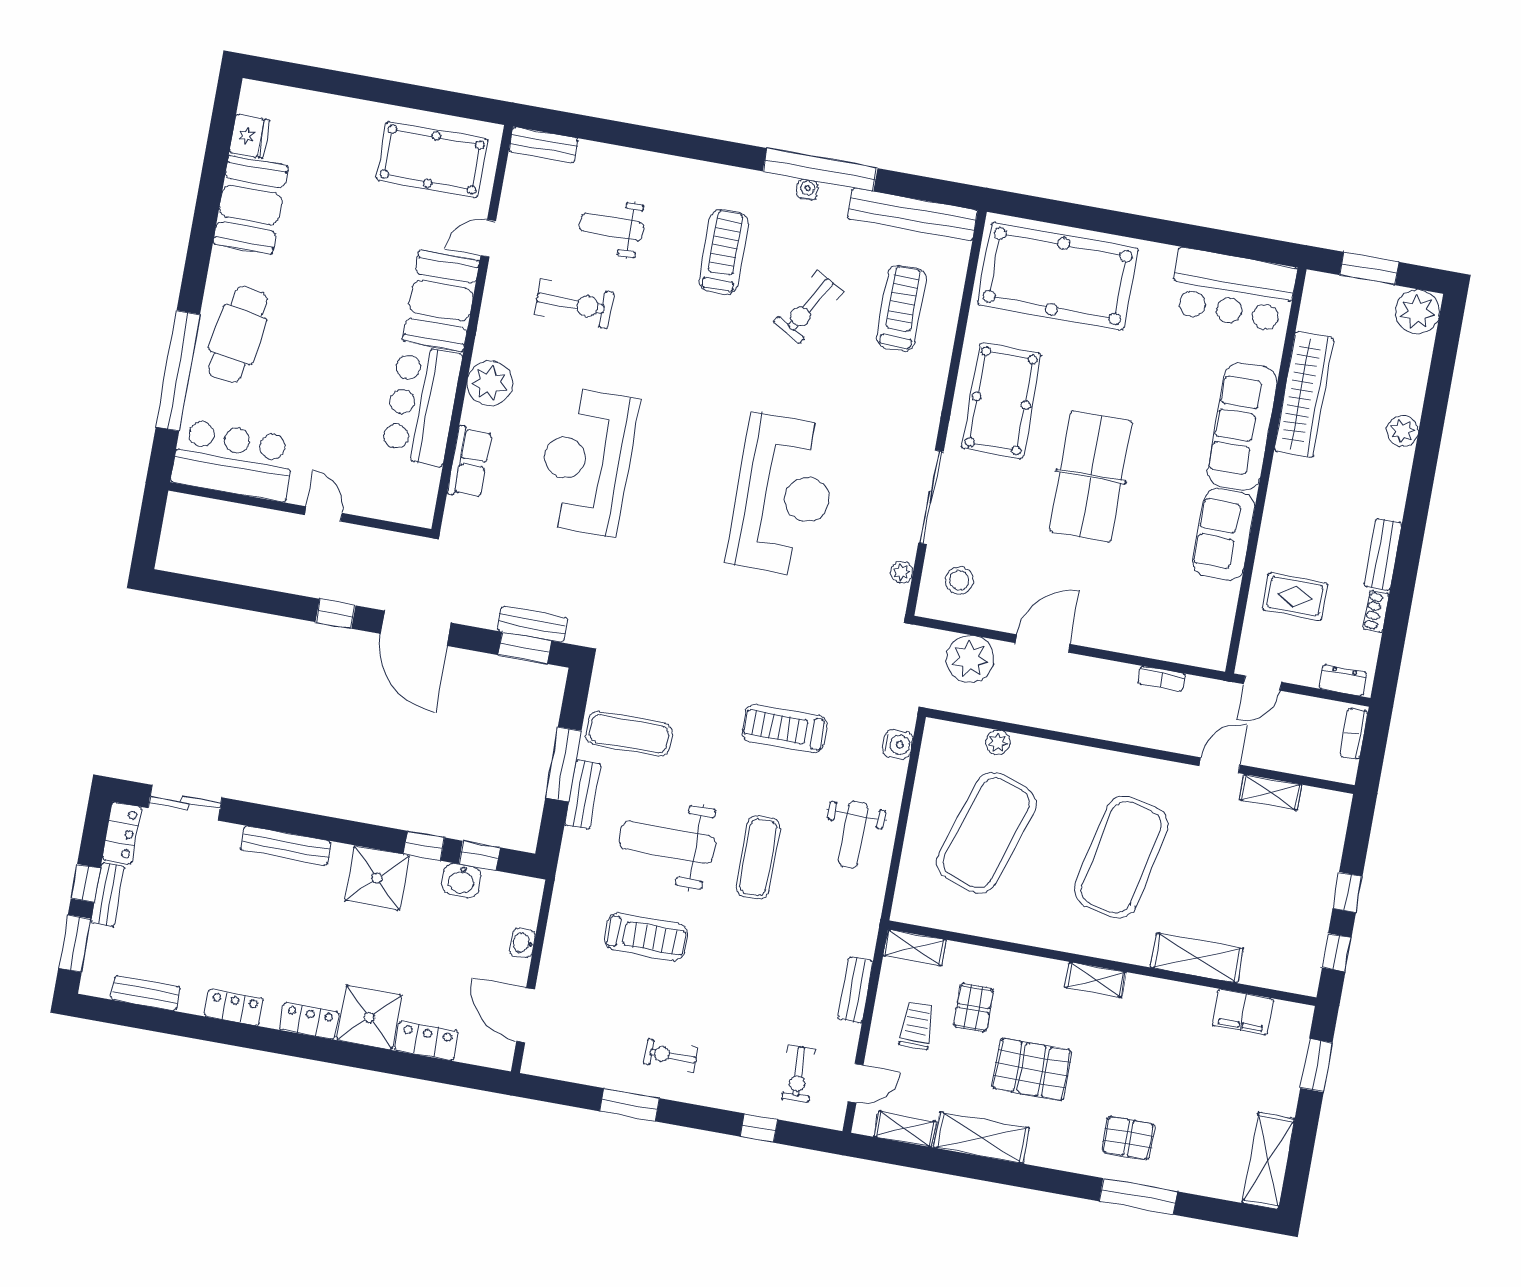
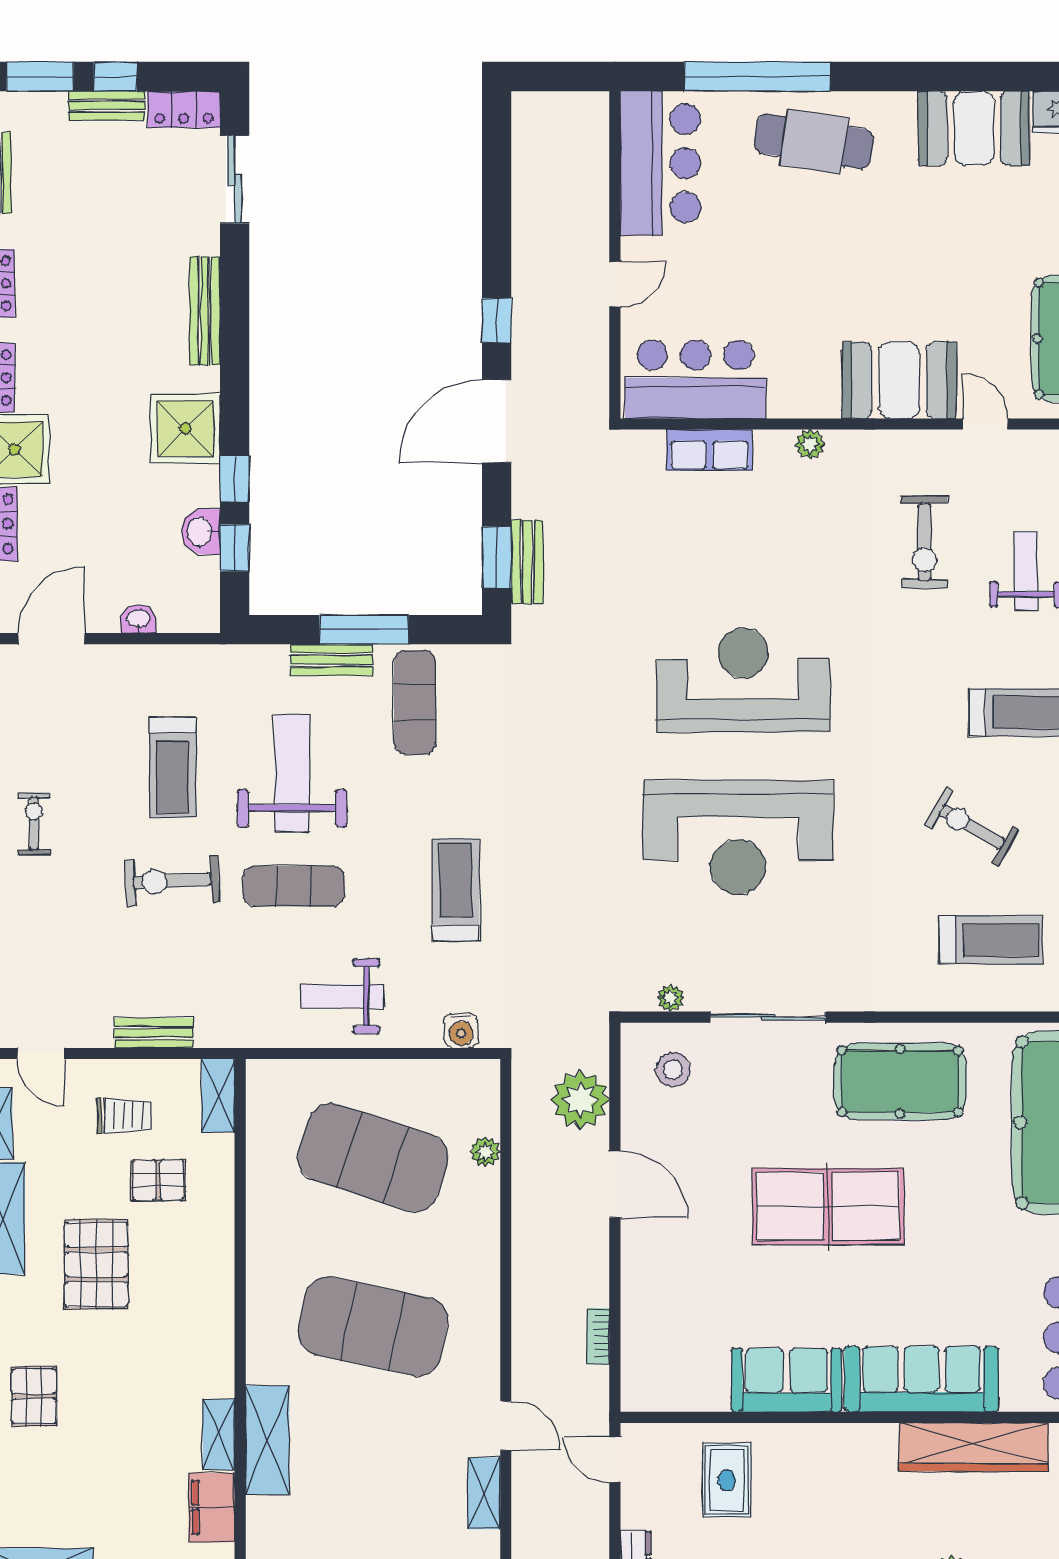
plant: (490, 383) -> (810, 444), width x0.53, depth x0.53
bar counter: (422, 405) -> (695, 379), moved
reception desk: (587, 461) -> (743, 680), moved
shelving: (1095, 980) -> (219, 1434), moved
exercise bike: (798, 1074) -> (172, 881), moved, width x1.38, depth x1.39

